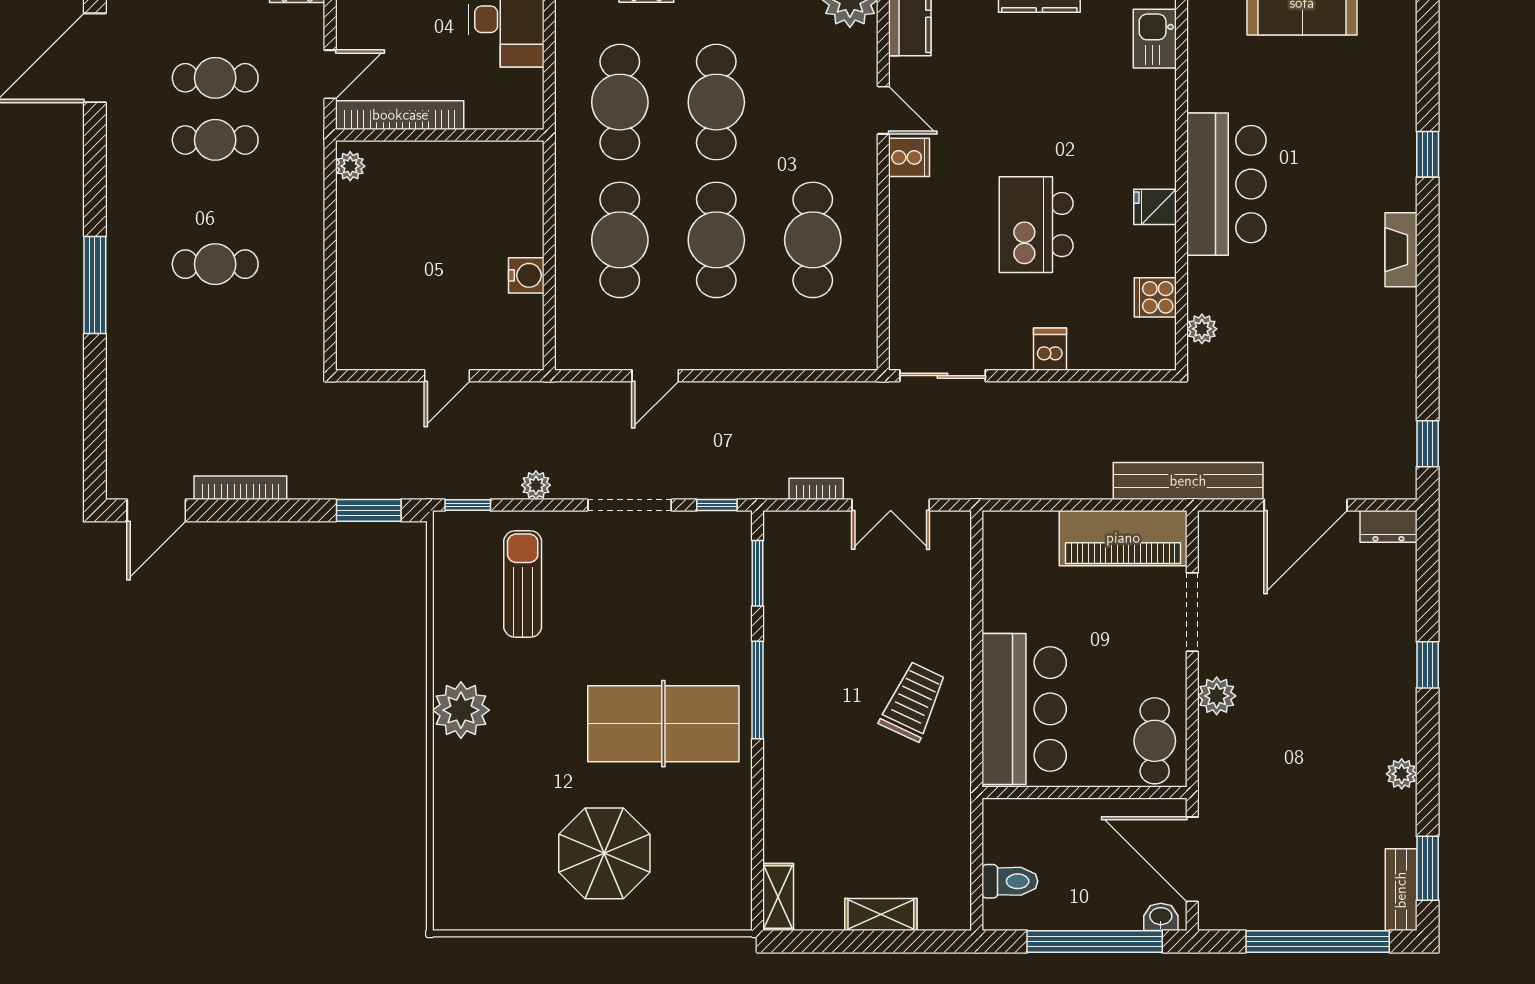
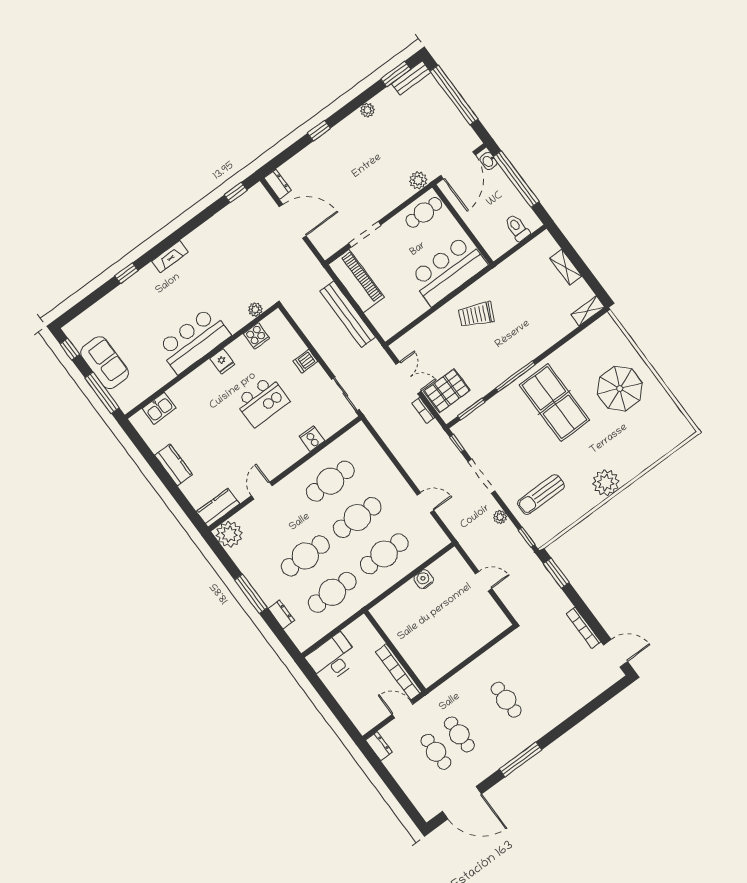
cooker: (909, 157) -> (312, 439), moved
plant: (350, 166) -> (432, 676), removed
window: (95, 285) -> (520, 759), moved
bench: (1188, 481) -> (348, 314), moved
pallet: (820, 554) -> (447, 391), added
plant: (1217, 696) -> (418, 180), moved

